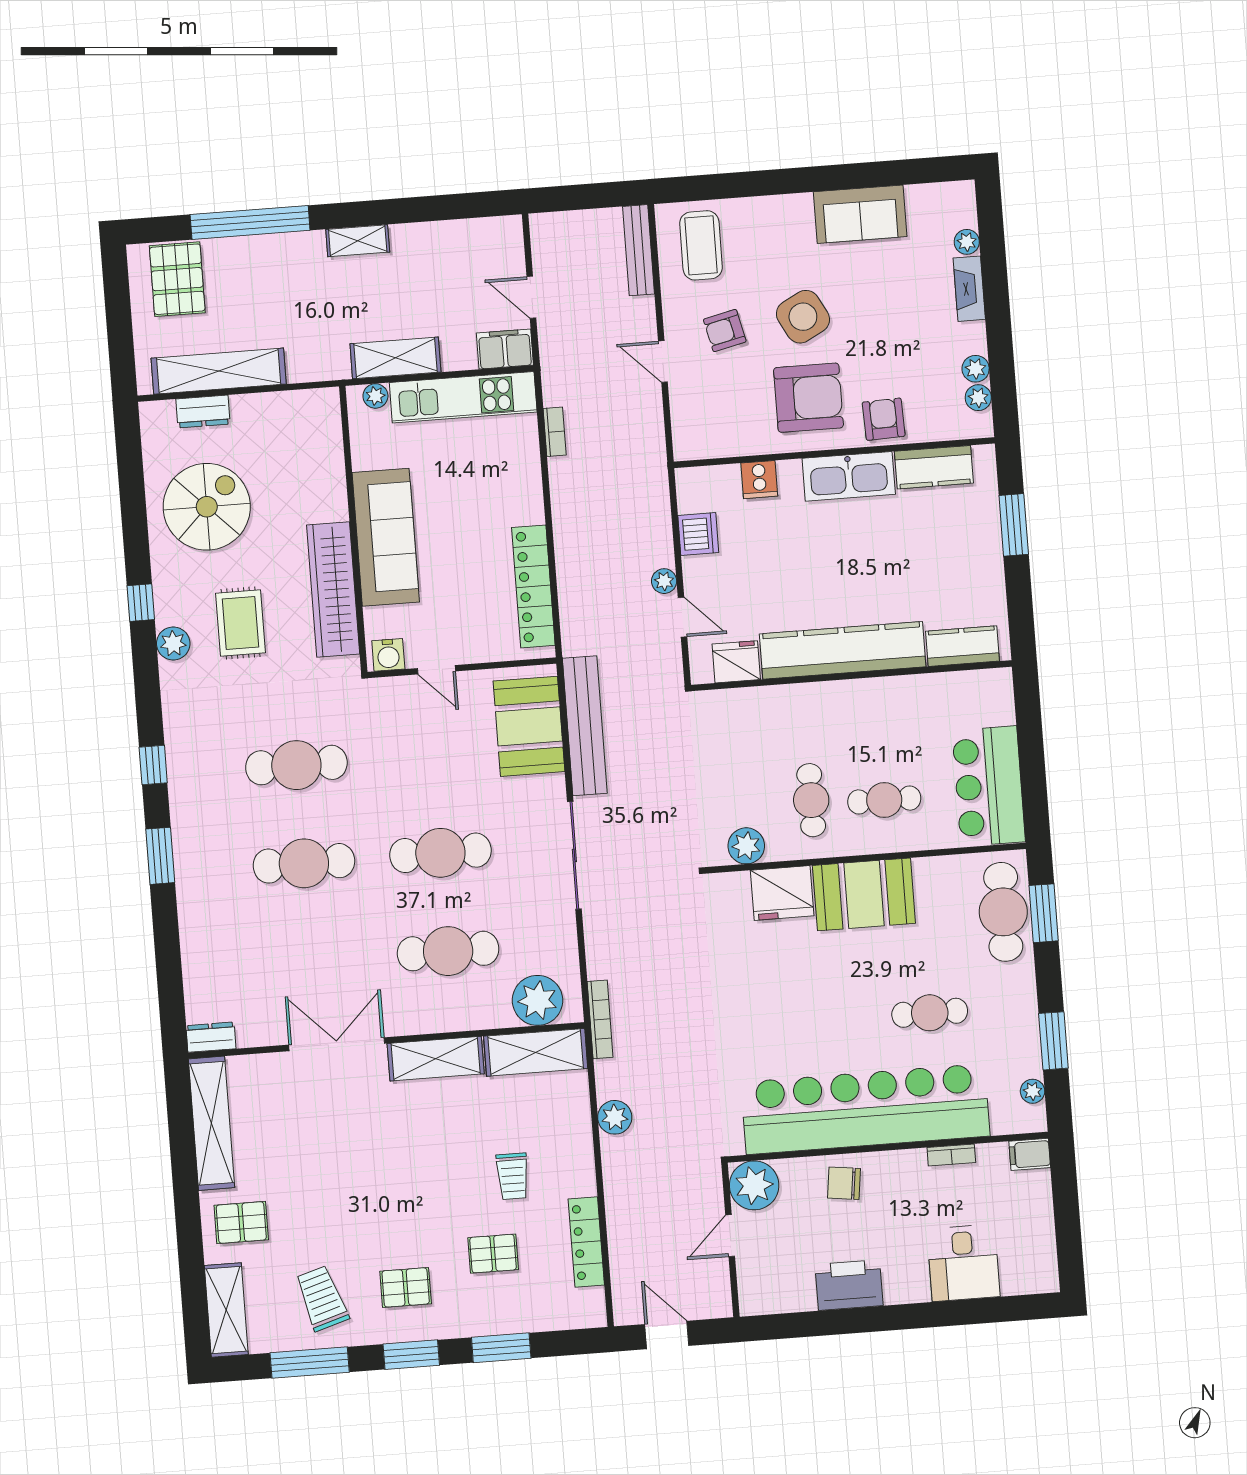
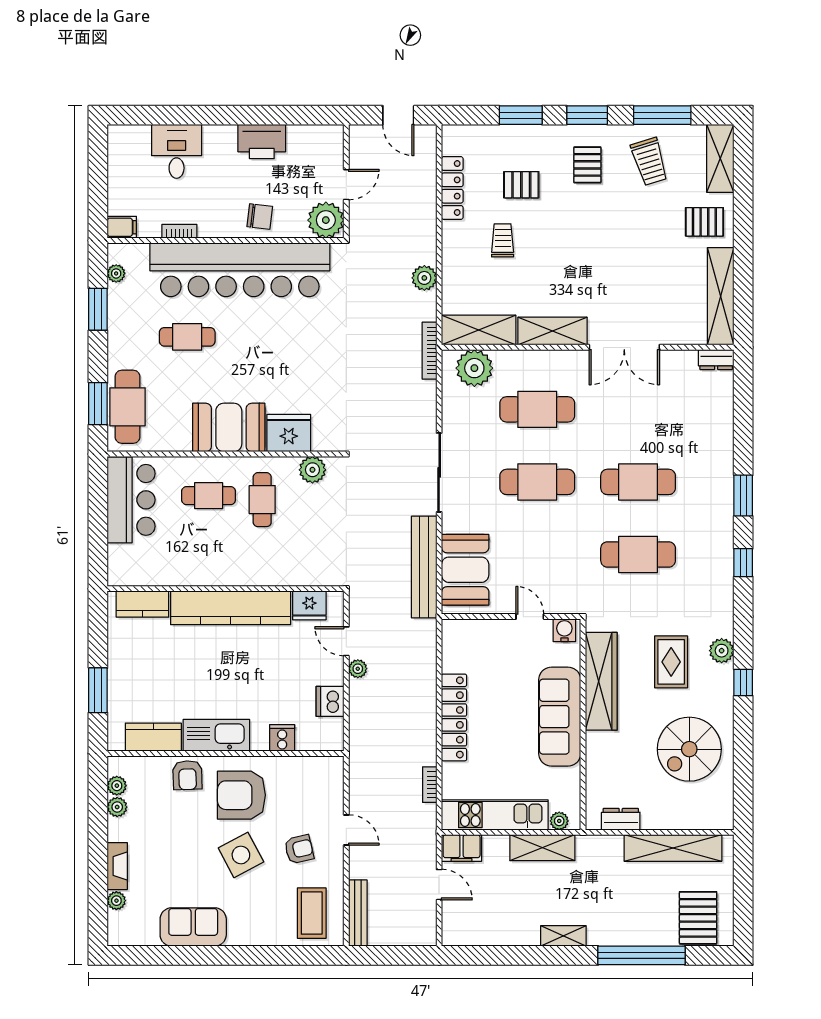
dresser: (203, 412) -> (621, 819), moved
locker: (533, 586) -> (454, 717), moved
pallet: (406, 1287) -> (587, 165), turned 90

